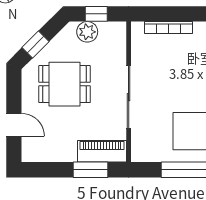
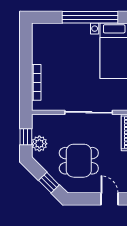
dining table: (65, 84) -> (79, 161), turned 90
door: (14, 125) -> (109, 199), hinge flipped

